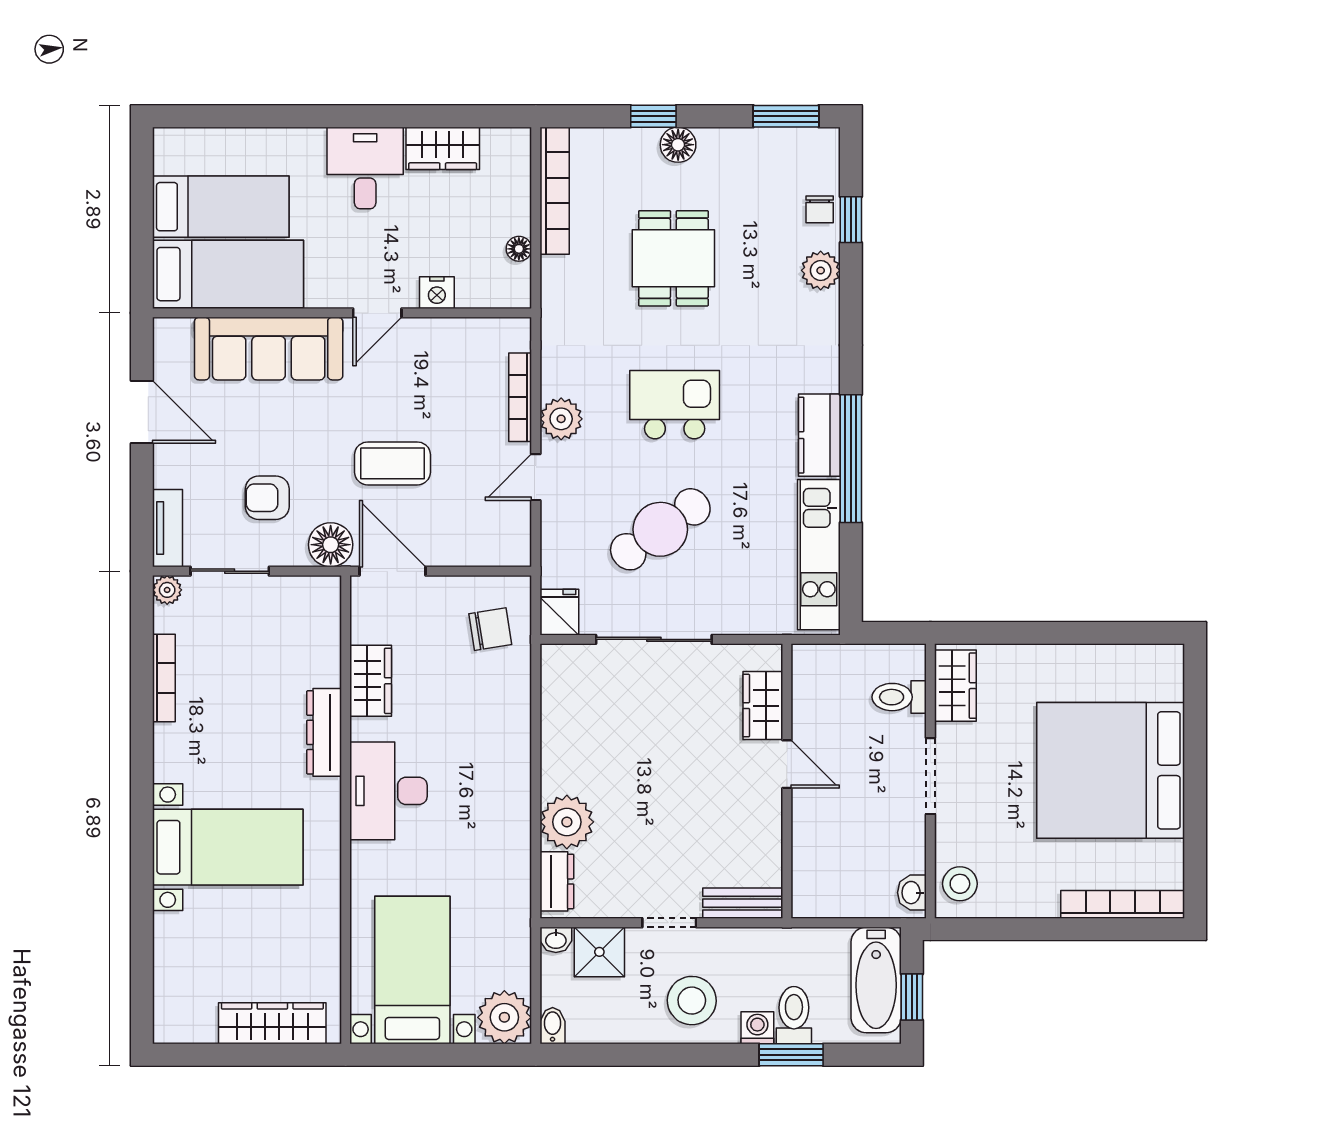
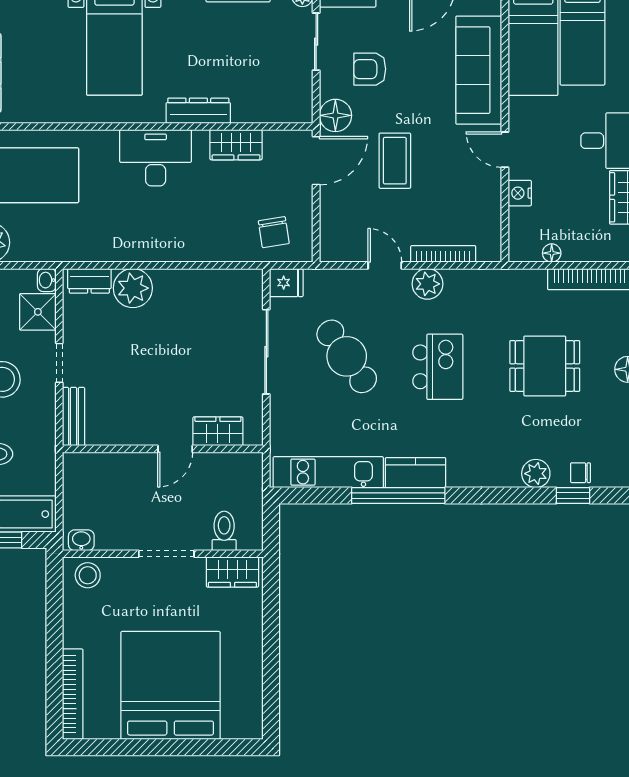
armchair: (267, 498) -> (370, 69), turned -90

